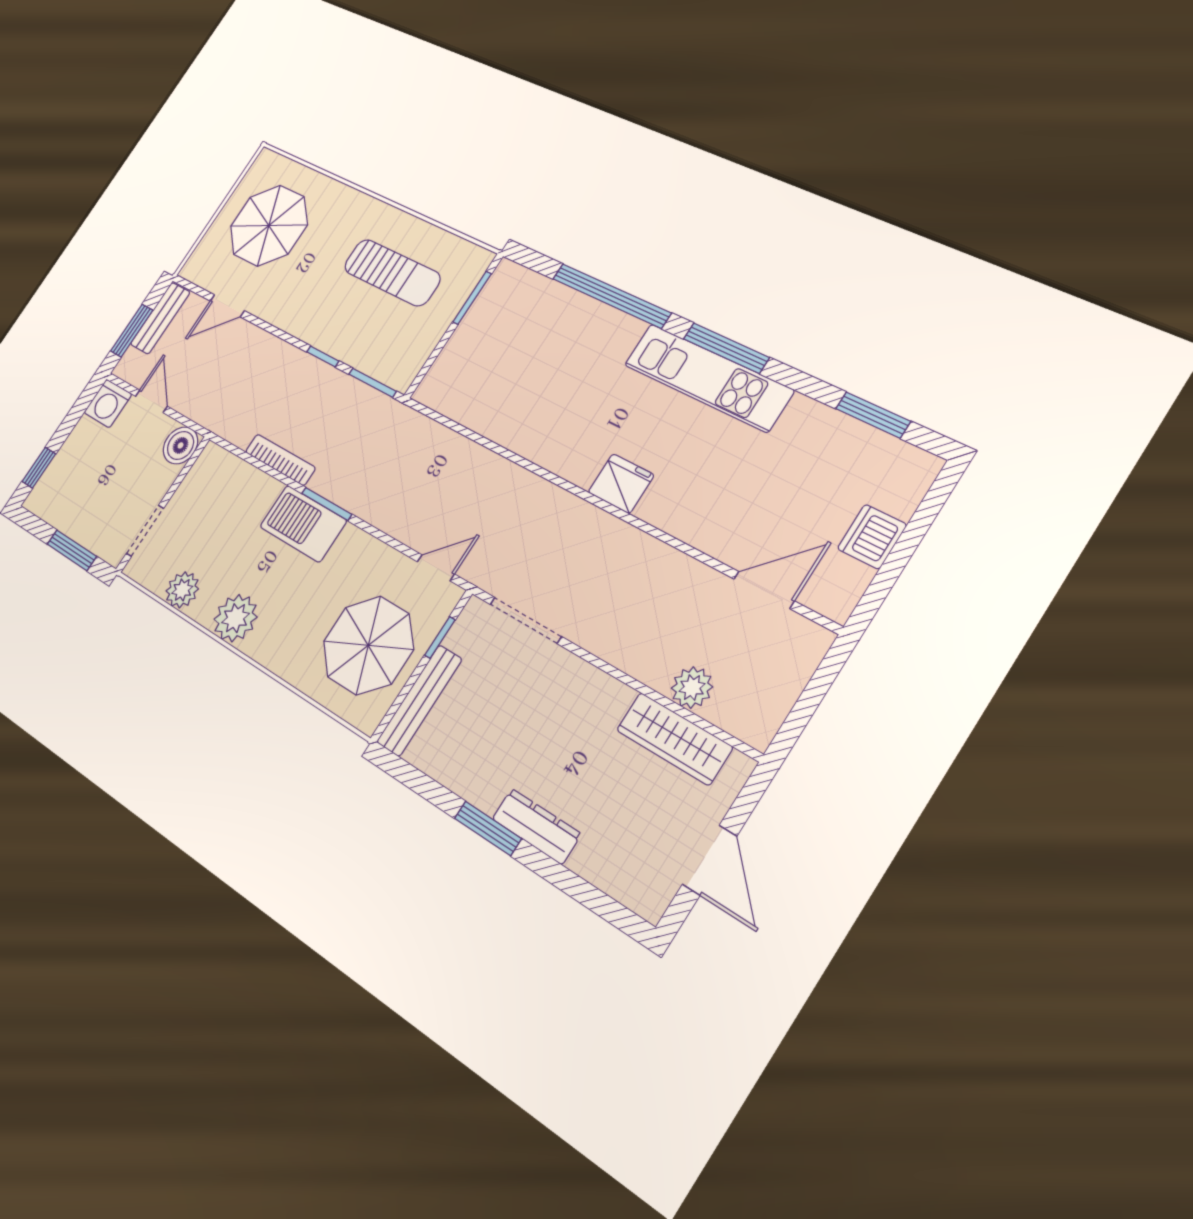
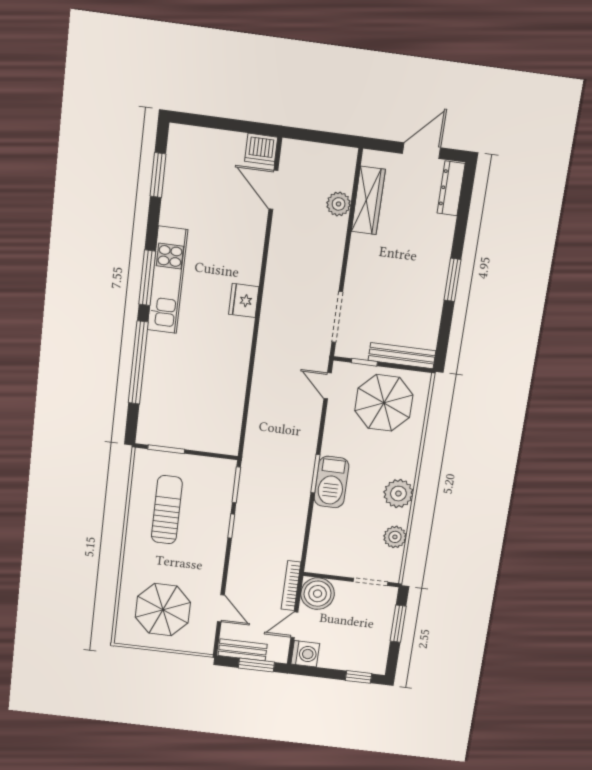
boiler: (181, 445) -> (318, 594), width x1.37, depth x1.37
bookcase: (280, 460) -> (291, 586), moved
dishwasher: (872, 537) -> (261, 149), moved
dresser: (537, 826) -> (451, 188), moved

